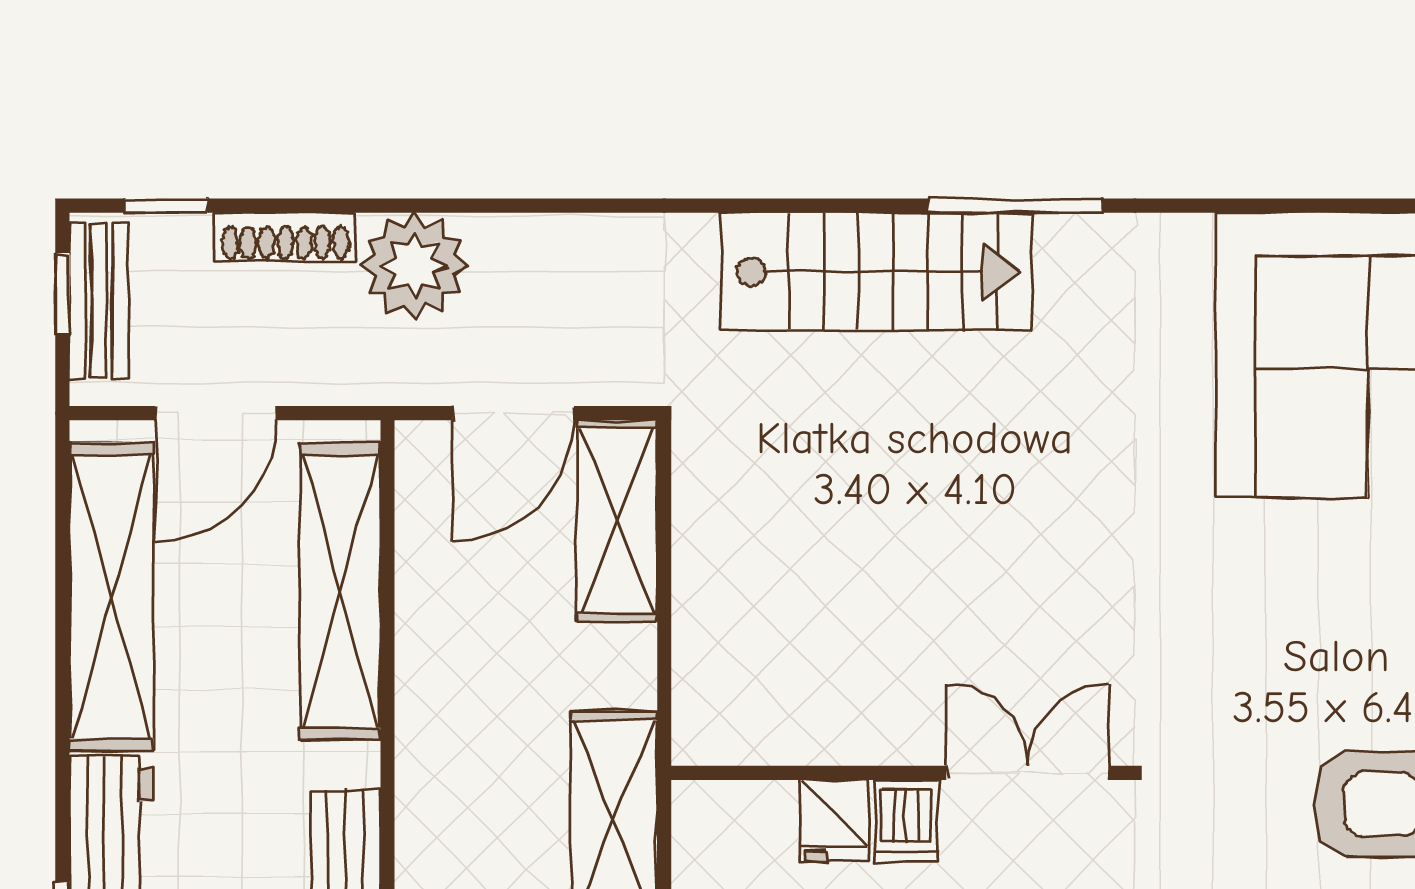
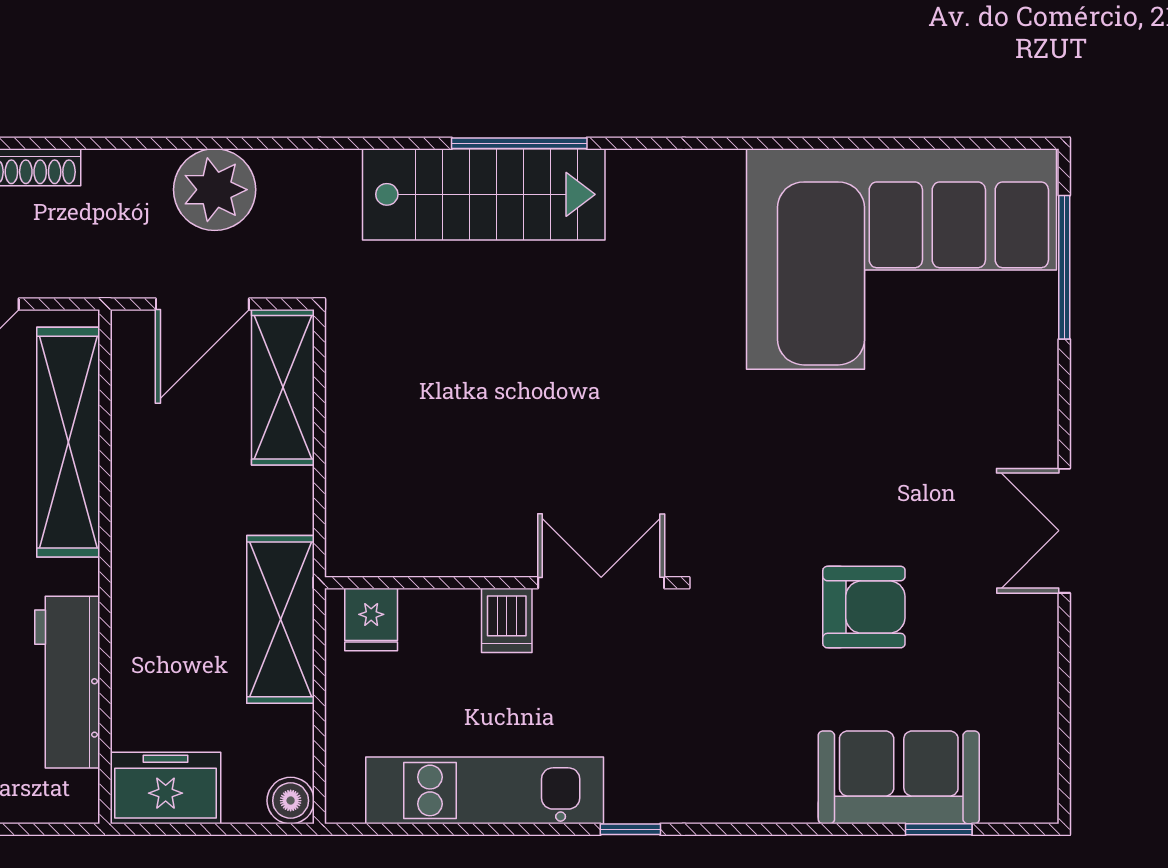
window: (1016, 206) -> (519, 143), moved
plant: (414, 265) -> (215, 190), moved
fridge: (834, 820) -> (371, 619), moved

